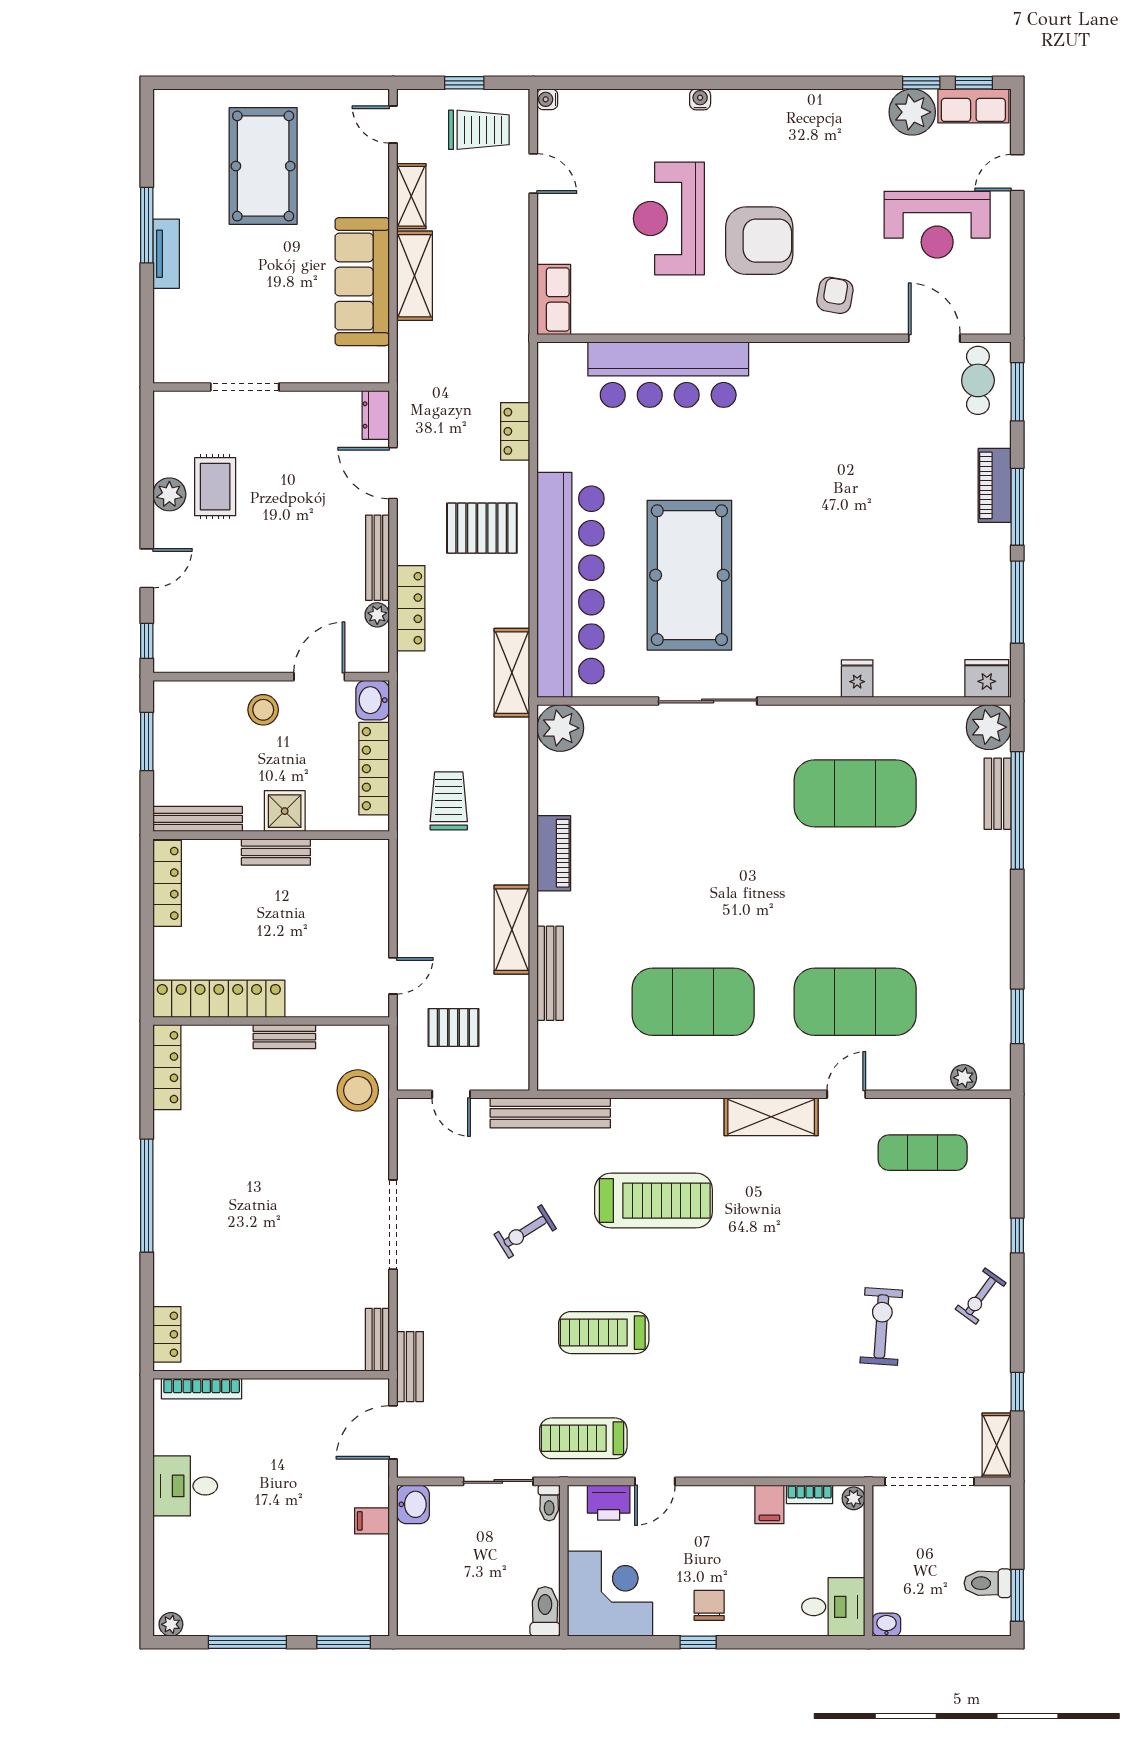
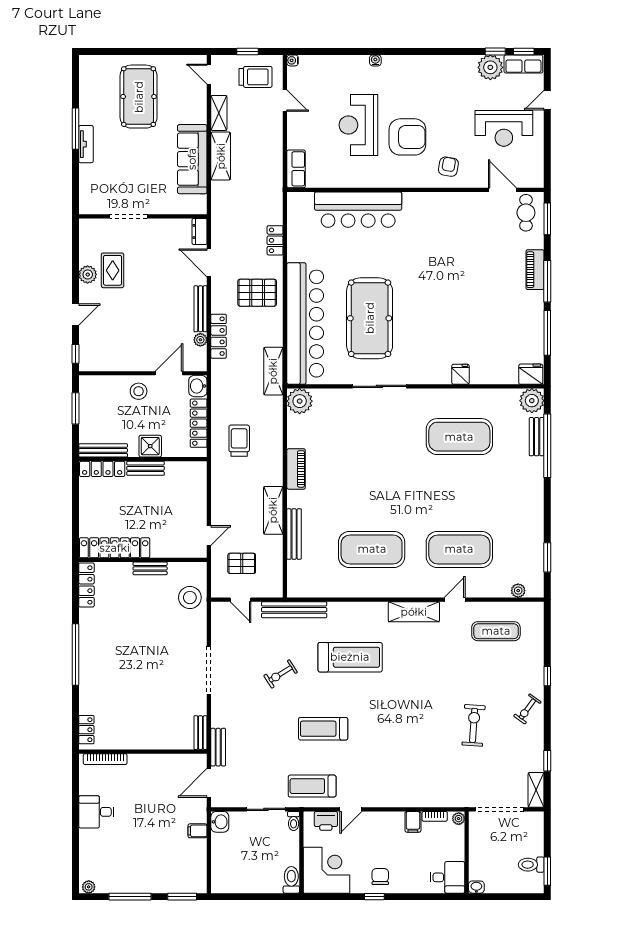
locker: (167, 883) -> (102, 469), moved, turned 90

